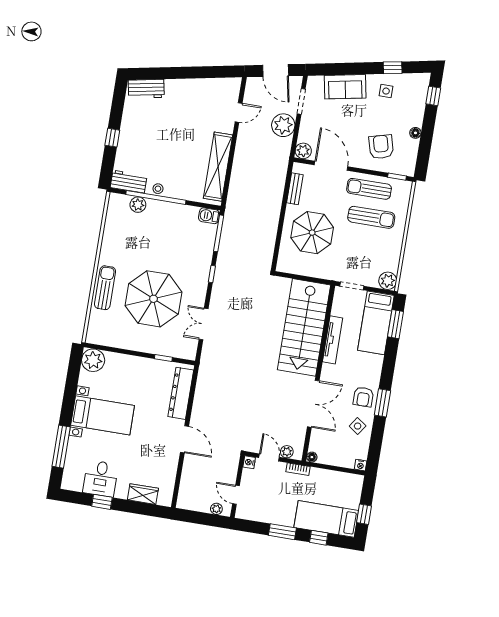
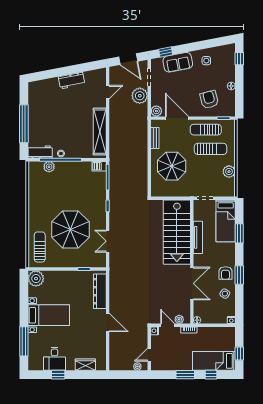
window: (393, 68) -> (166, 52), moved
workbench: (146, 89) -> (72, 81), moved
window: (112, 138) -> (24, 124), width x3.17
plant: (388, 281) -> (229, 172), moved
sun lounger: (105, 288) -> (40, 247), moved
window: (396, 324) -> (239, 233), moved
door: (236, 495) -> (149, 355), hinge flipped

